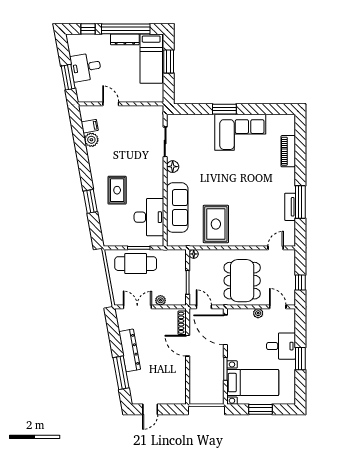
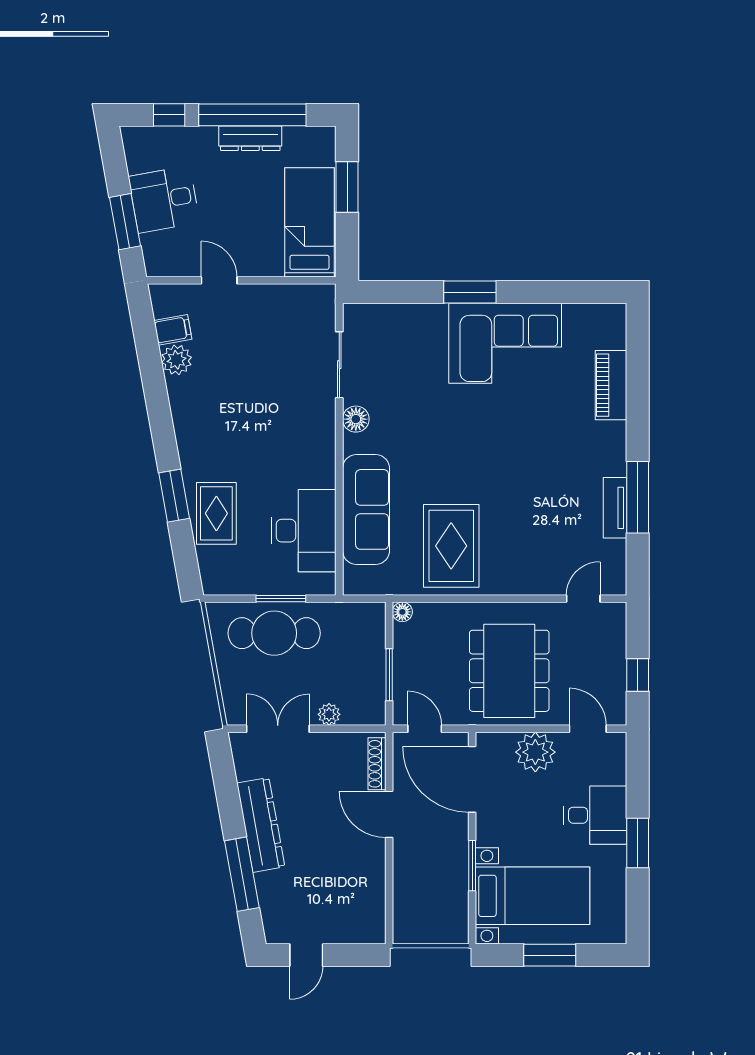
bed: (151, 59) -> (310, 222), moved, turned 180
rug: (117, 190) -> (216, 513), moved
plant: (258, 313) -> (535, 752), width x1.87, depth x1.87

